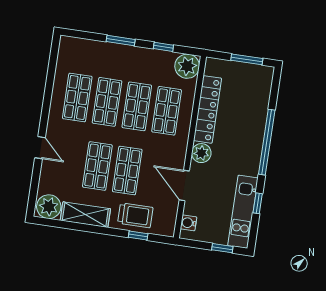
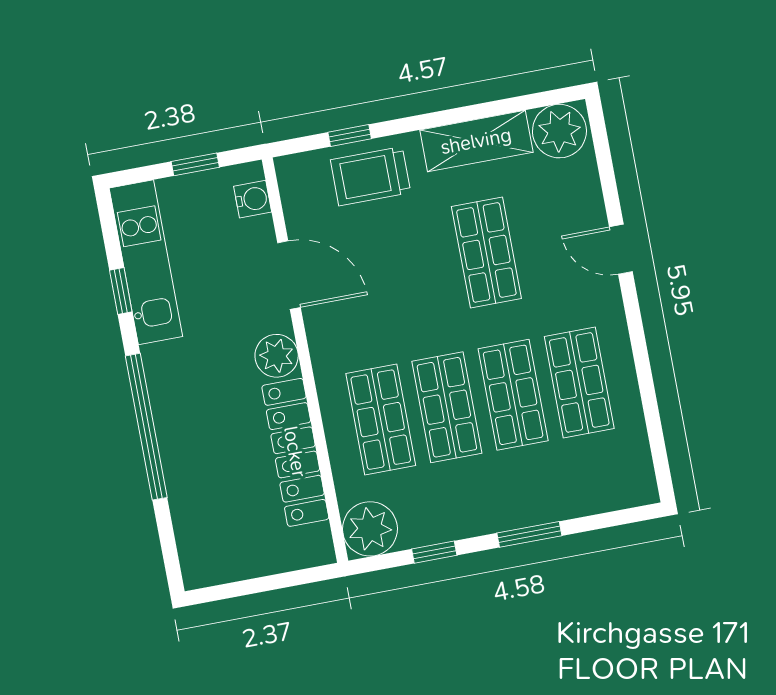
window: (247, 59) -> (249, 587), removed
shop shelf: (127, 170) -> (420, 265), removed
window: (222, 248) -> (195, 164), moved

